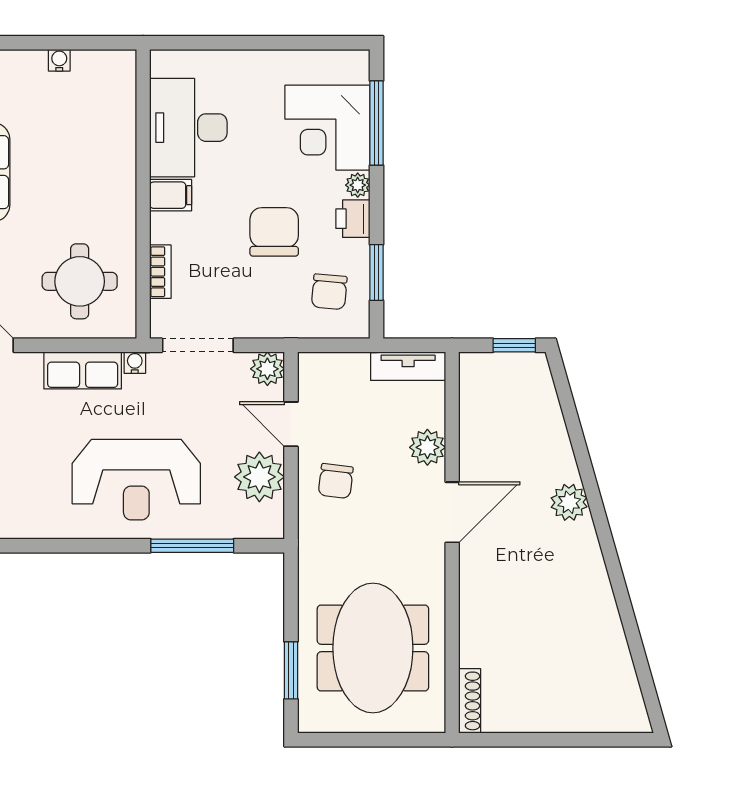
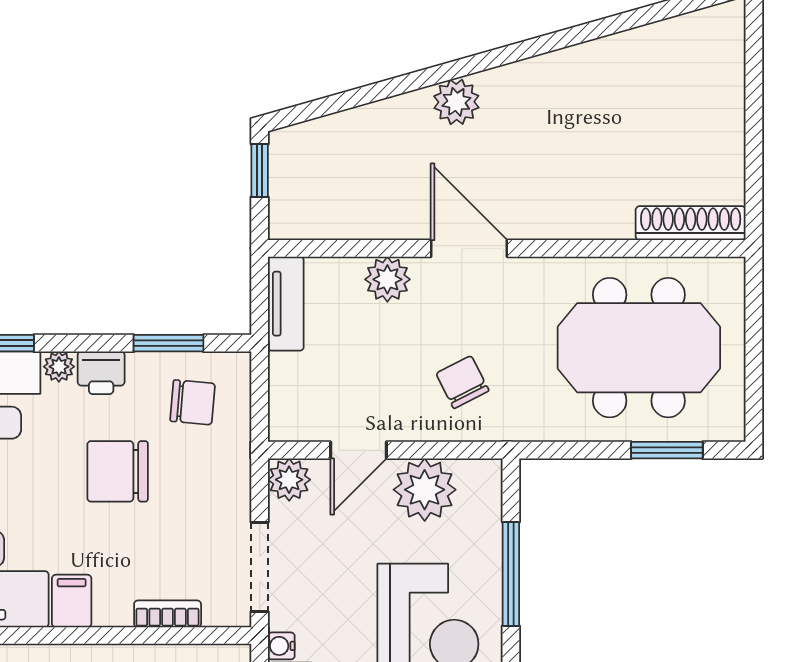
chair: (336, 481) -> (462, 382), moved, turned -124
shoe rack: (470, 701) -> (691, 223), width x1.36, depth x1.24

